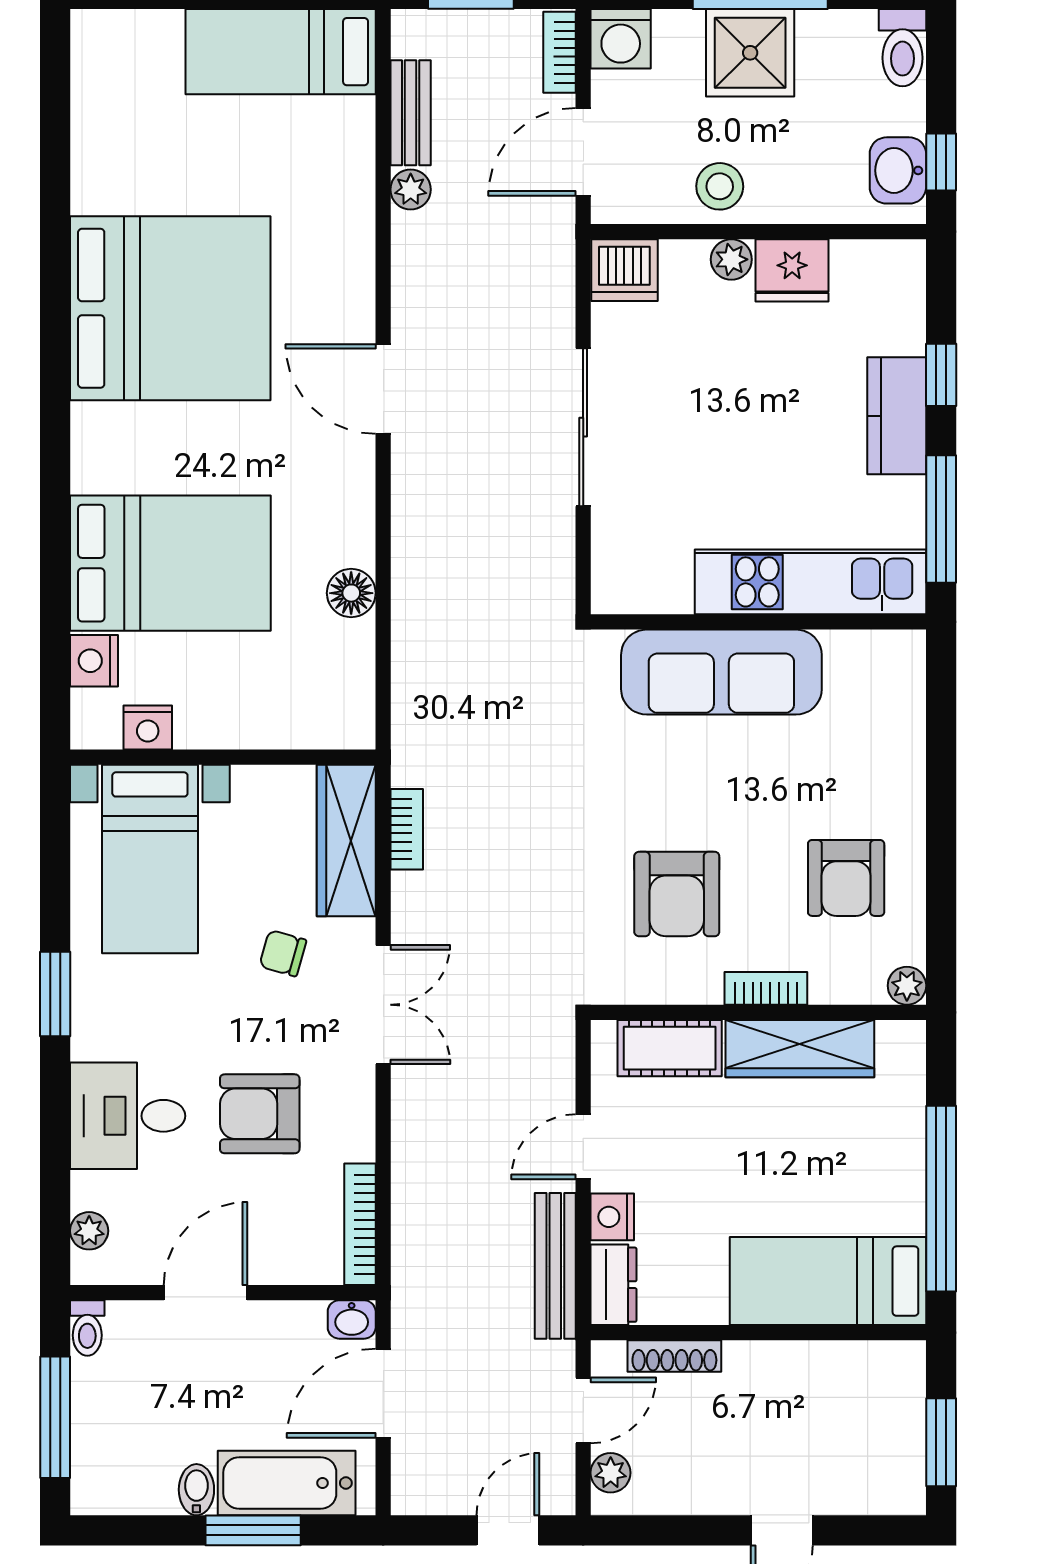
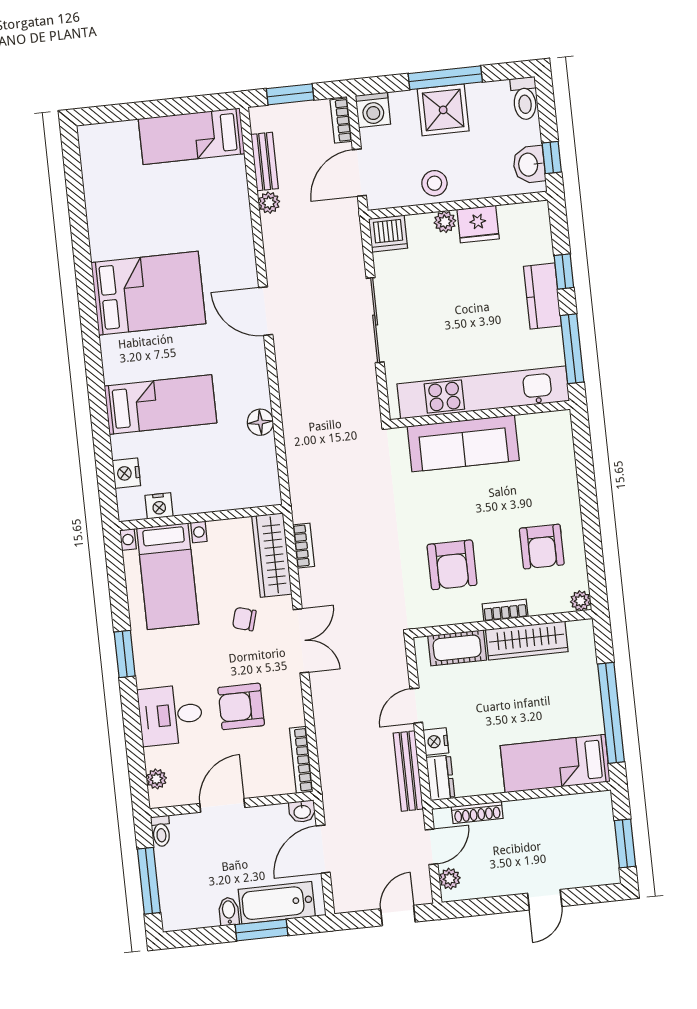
bed: (170, 308) -> (148, 293), width x0.73
bed: (170, 563) -> (160, 404), width x0.67
kitchen unit: (810, 582) -> (483, 392), width x1.36

